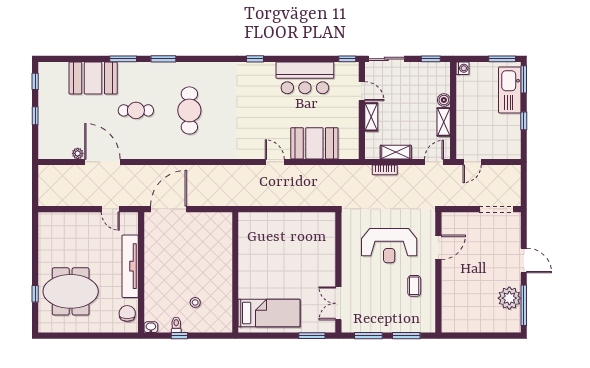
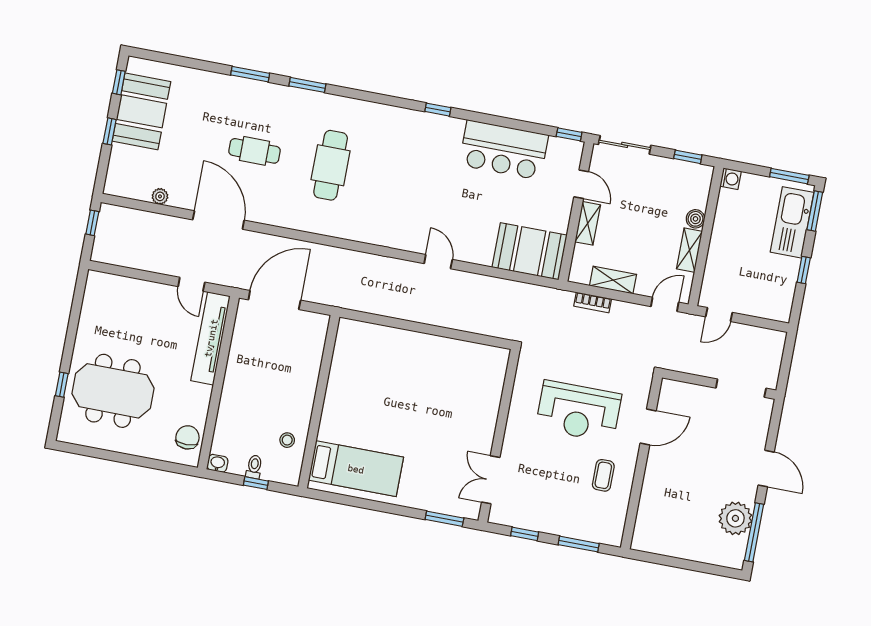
booth: (93, 78) -> (141, 111), moved, turned 90
booth: (314, 143) -> (530, 251), moved
door: (102, 162) -> (218, 220), moved
window: (35, 180) -> (92, 223), added
tv unit: (130, 266) -> (211, 338), moved
wall: (235, 272) -> (319, 402), moved
bed: (269, 313) -> (356, 469), moved
window: (368, 336) -> (525, 534), width x0.67

